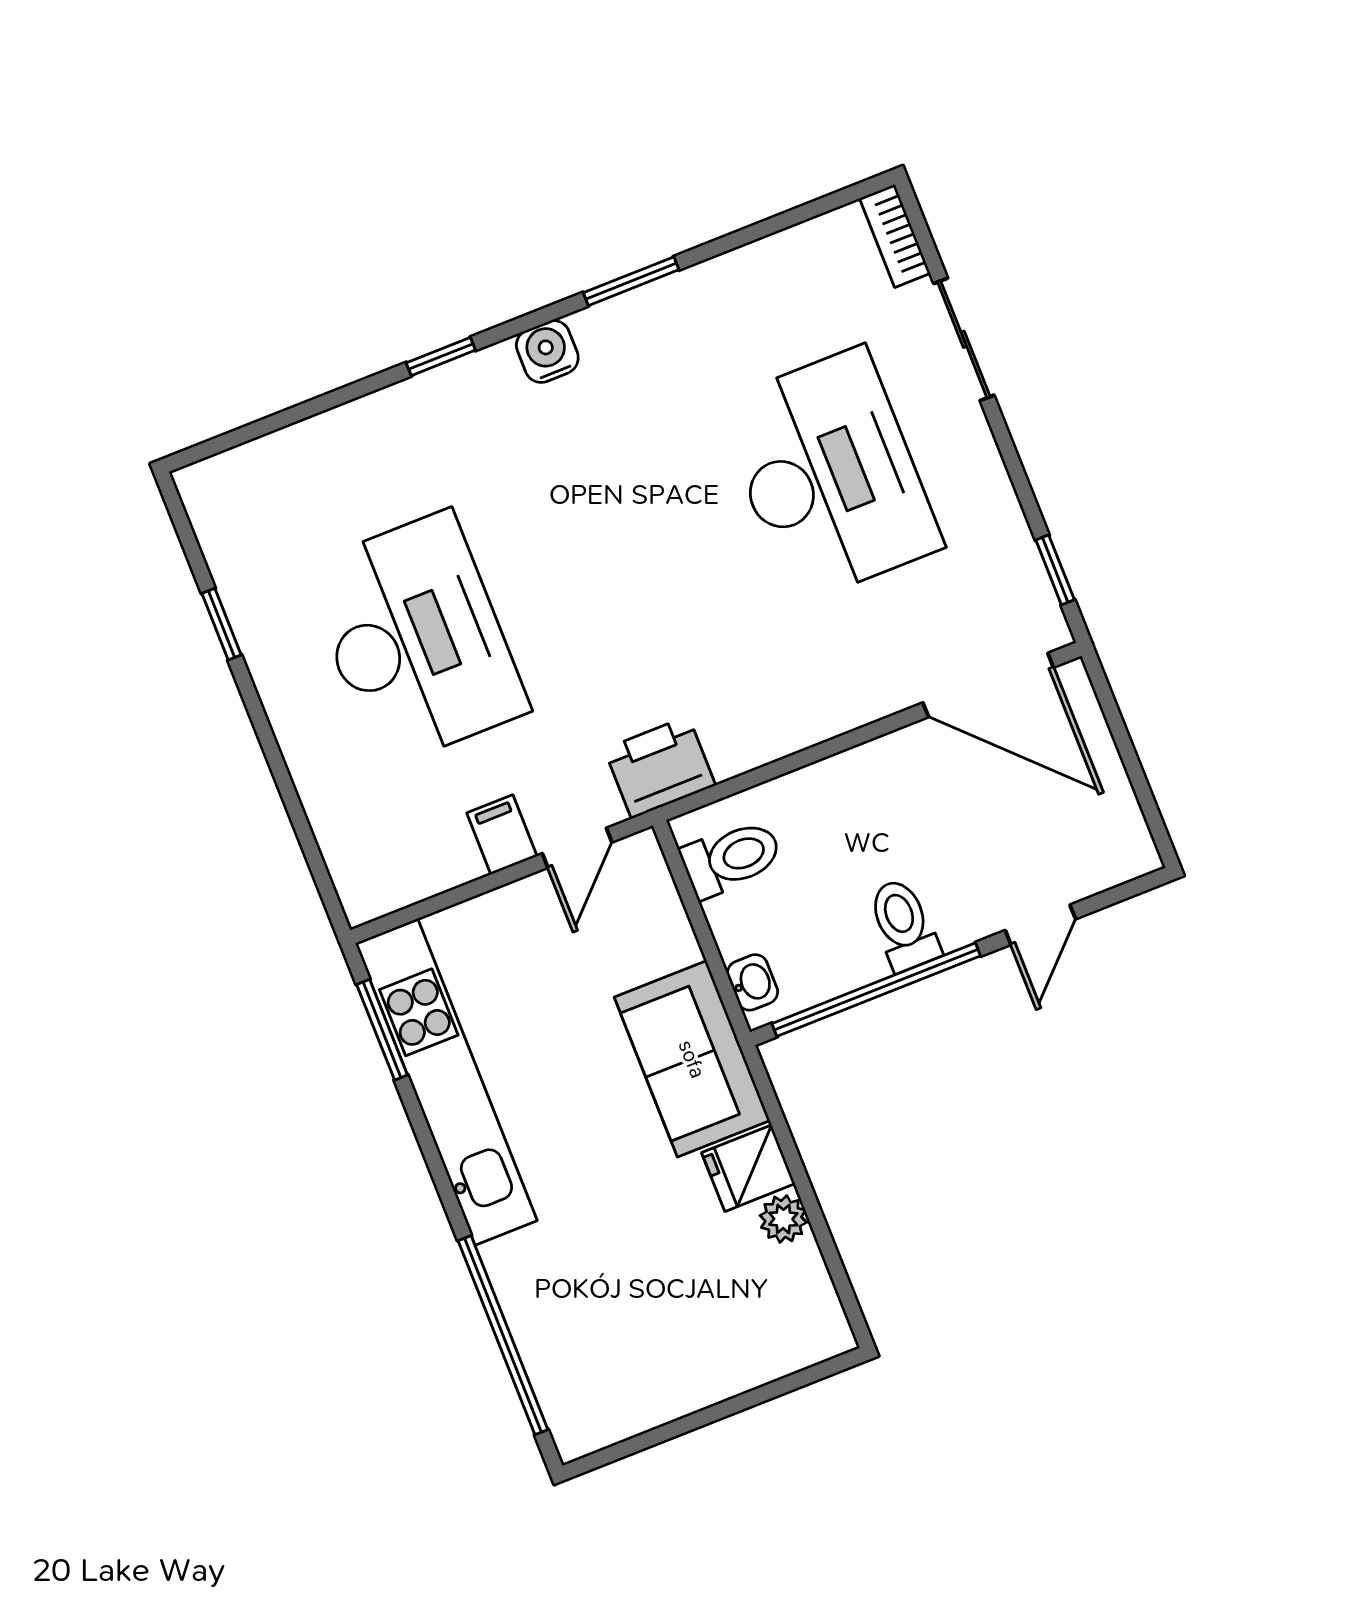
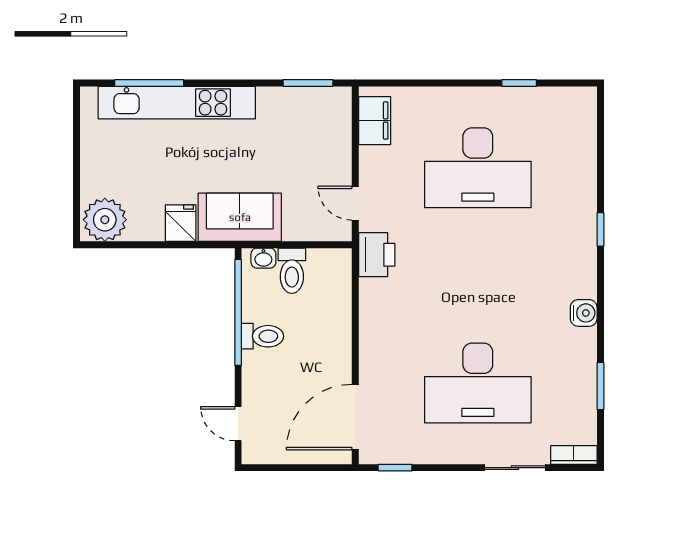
window: (631, 281) -> (600, 386), moved
water cooler: (547, 352) -> (584, 313), moved
filing cabinet: (502, 835) -> (375, 121), moved, width x2.00
toilet: (731, 858) -> (292, 271), moved
door: (1040, 925) -> (238, 424), moved
kitchen unit: (446, 1082) -> (177, 103), moved
plant: (783, 1219) -> (105, 220), moved, width x1.88, depth x1.88
window: (503, 1335) -> (149, 83), width x0.68

